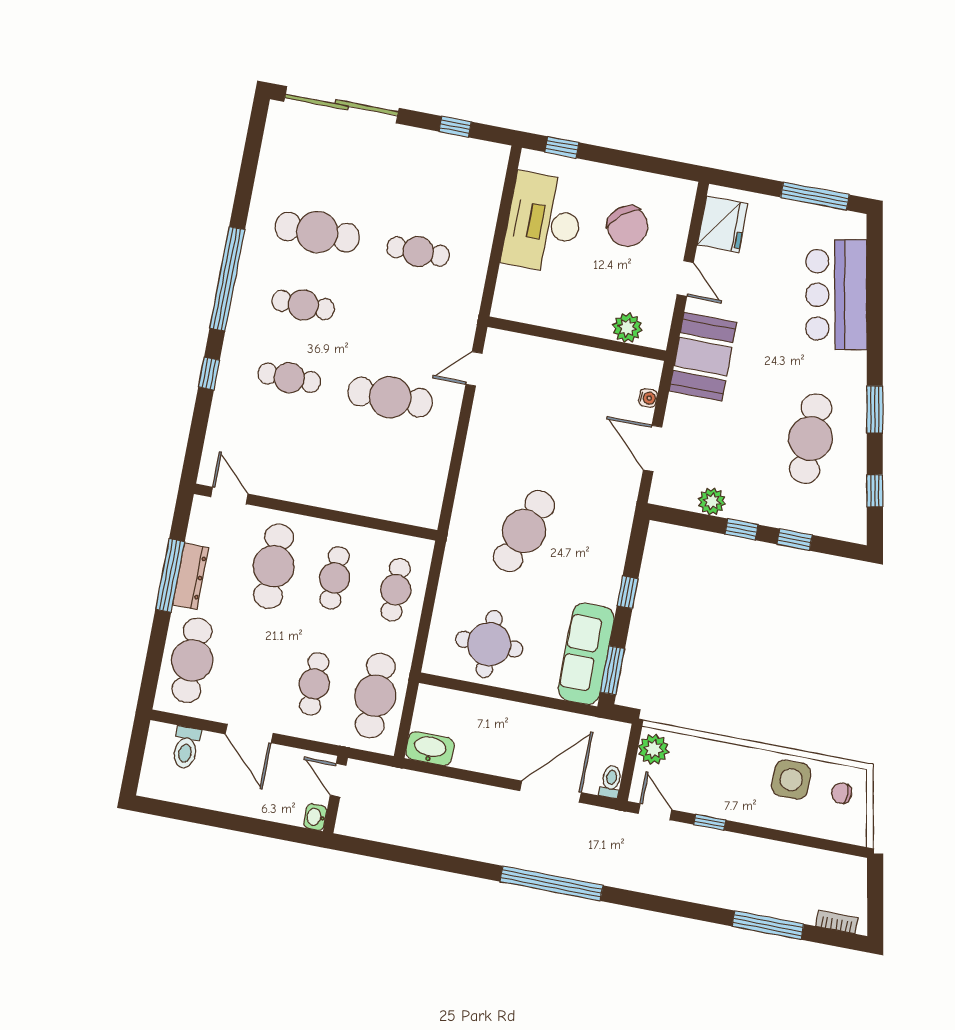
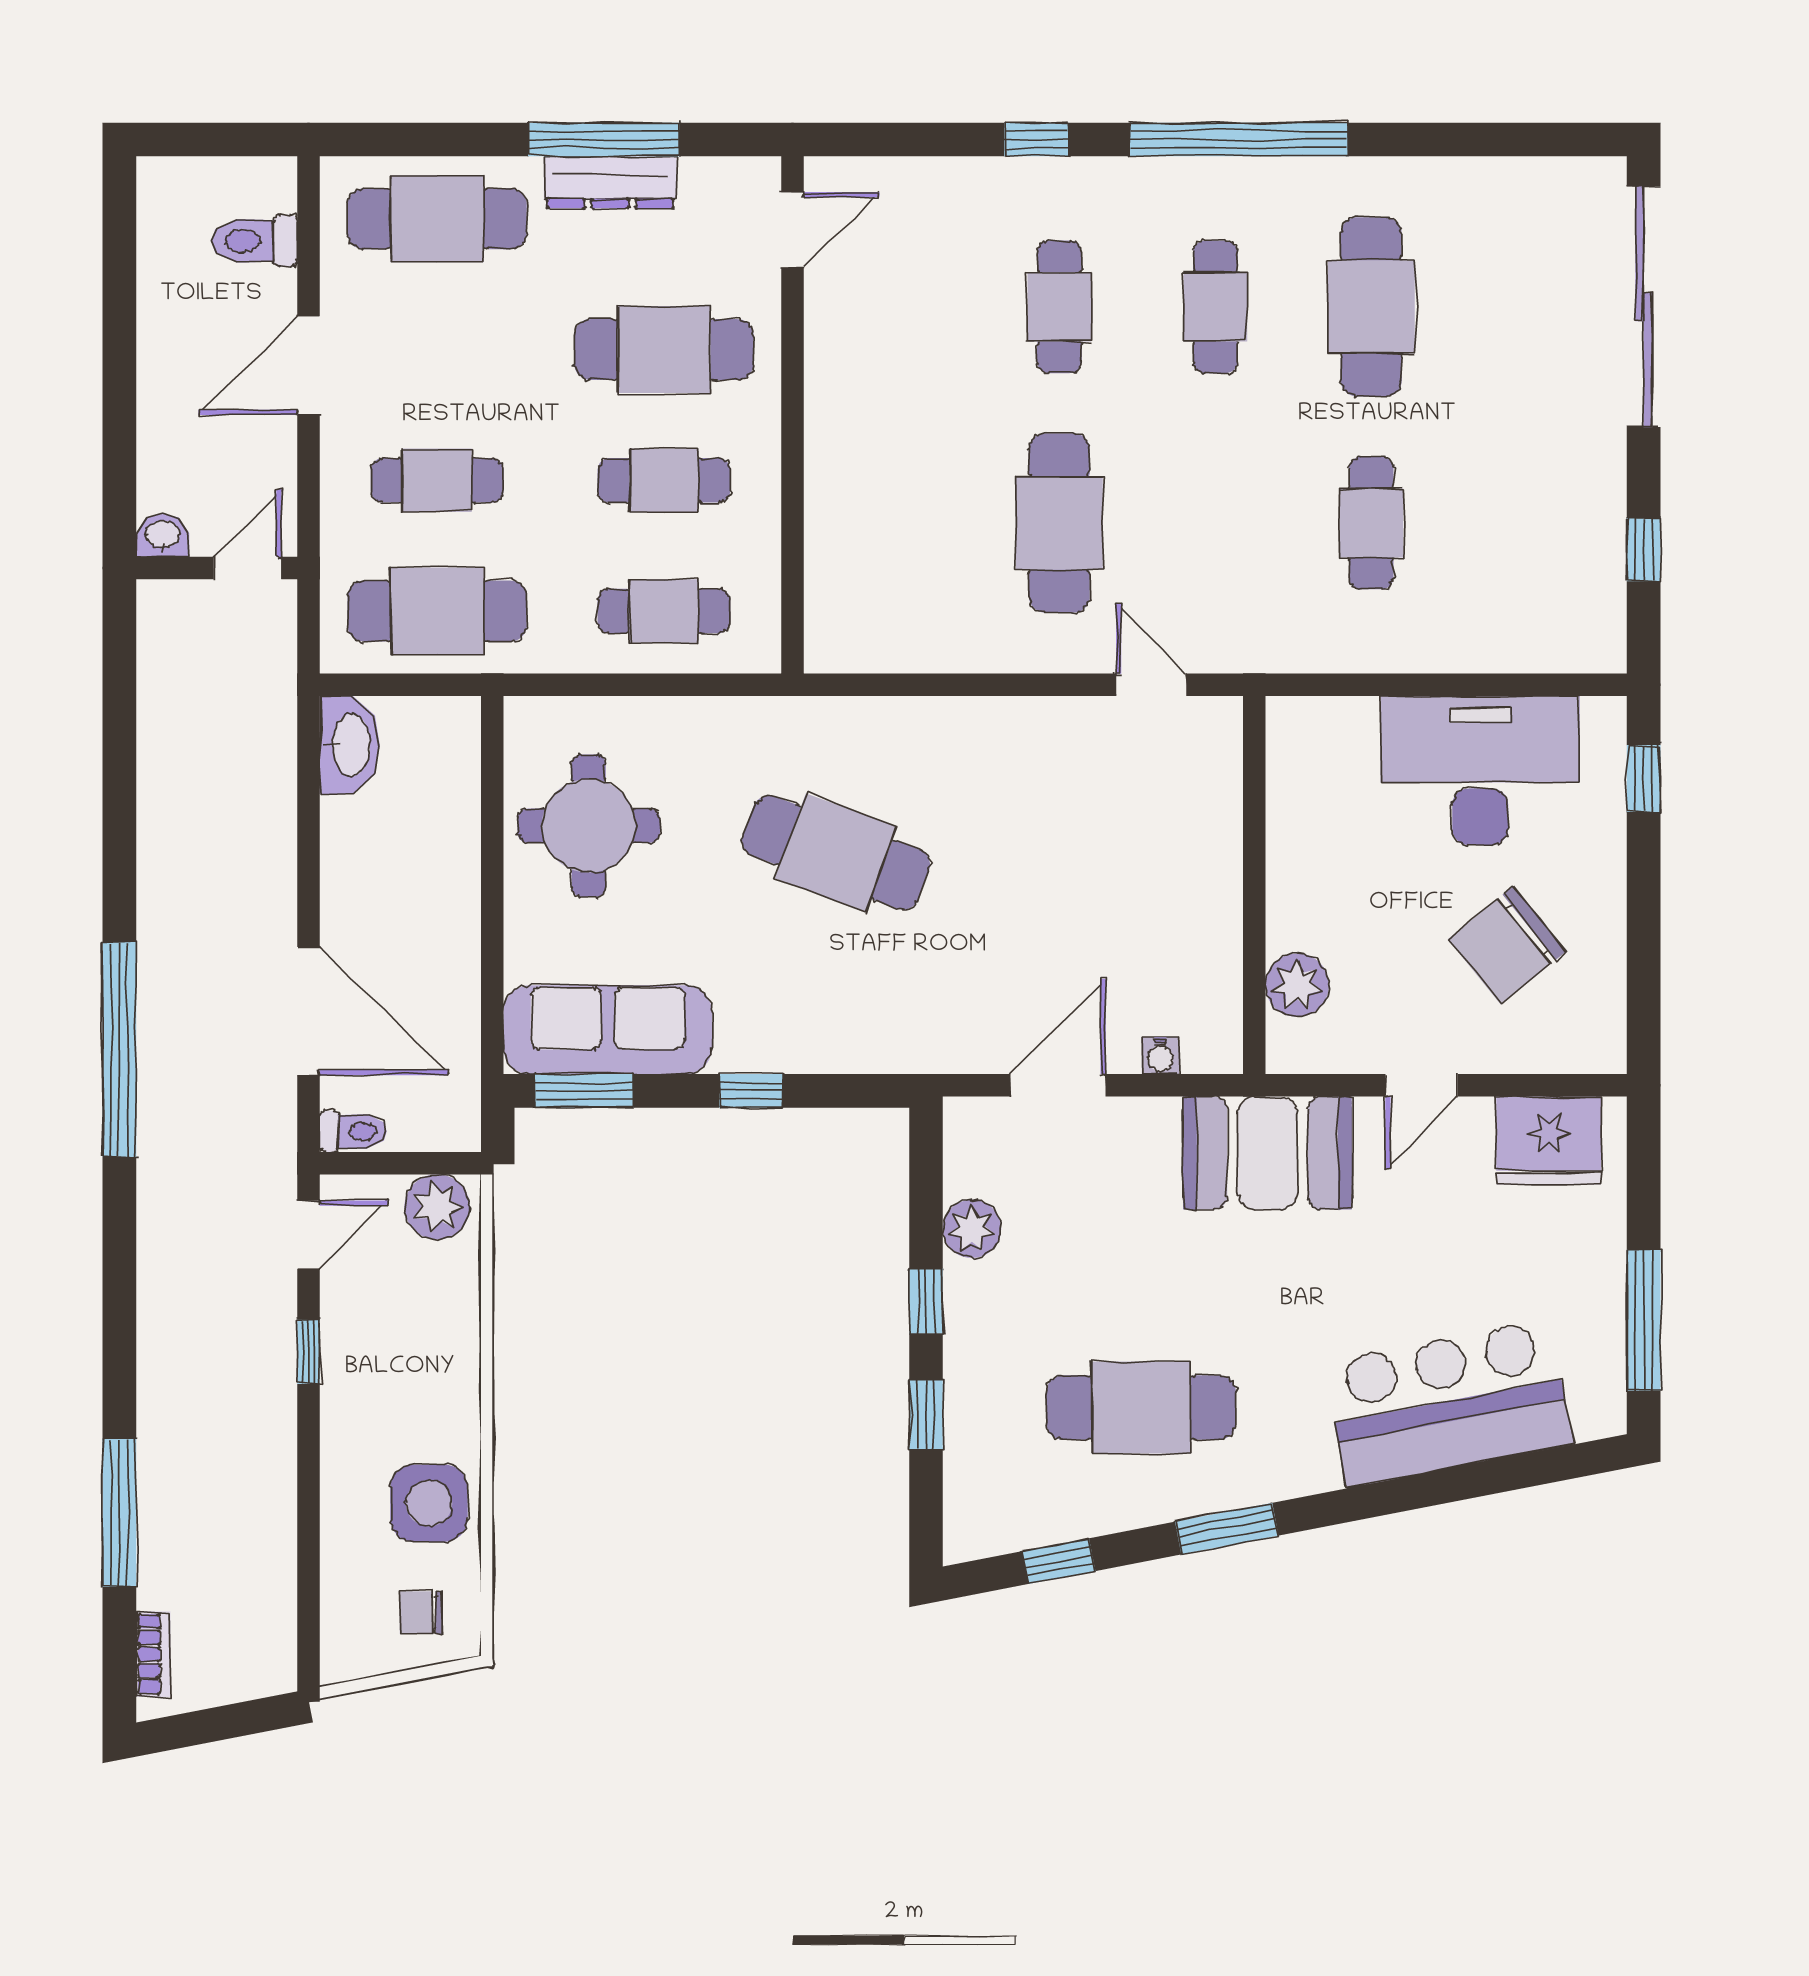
chair: (842, 793) -> (421, 1613), turned -90

